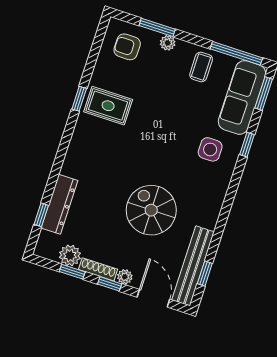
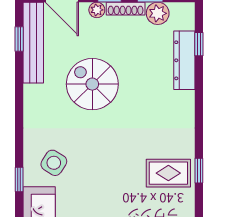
side table: (210, 149) -> (54, 163), turned 32
spiral stairs: (151, 210) -> (92, 84), turned 180

